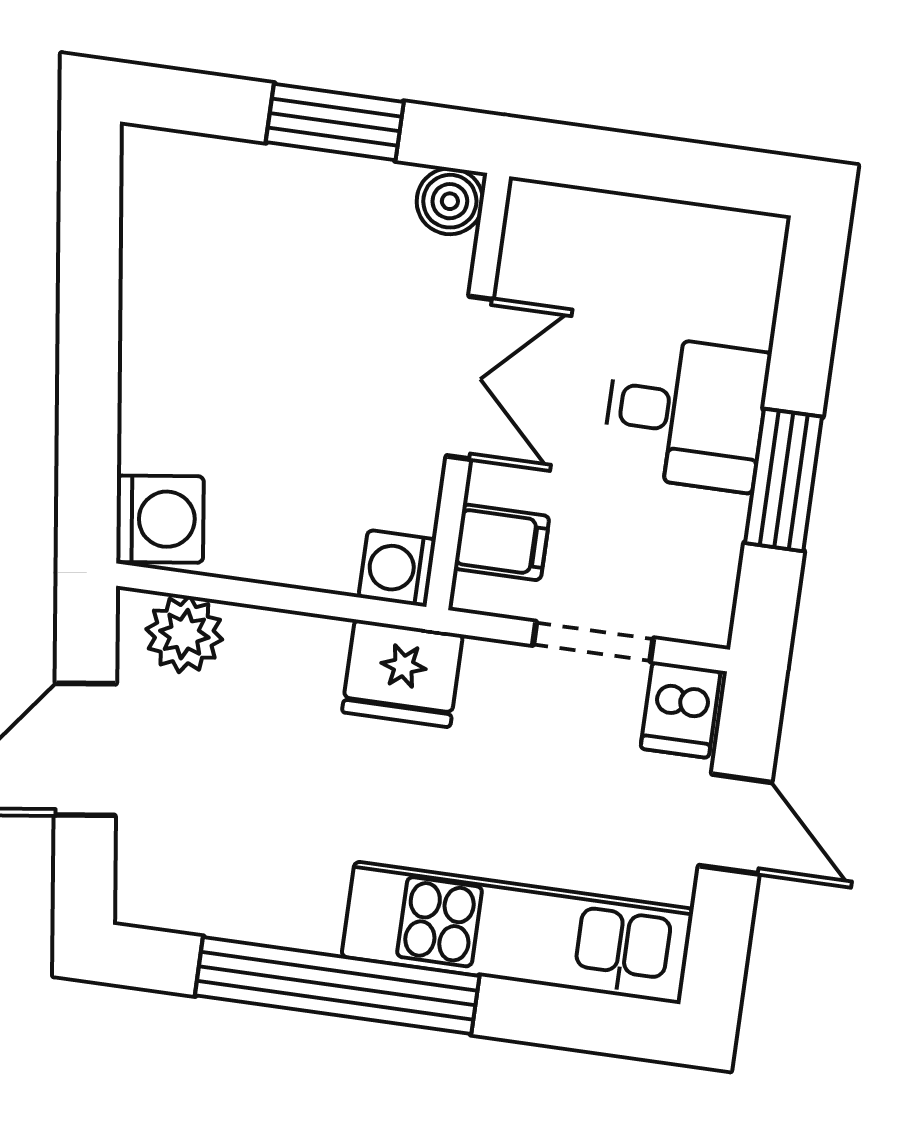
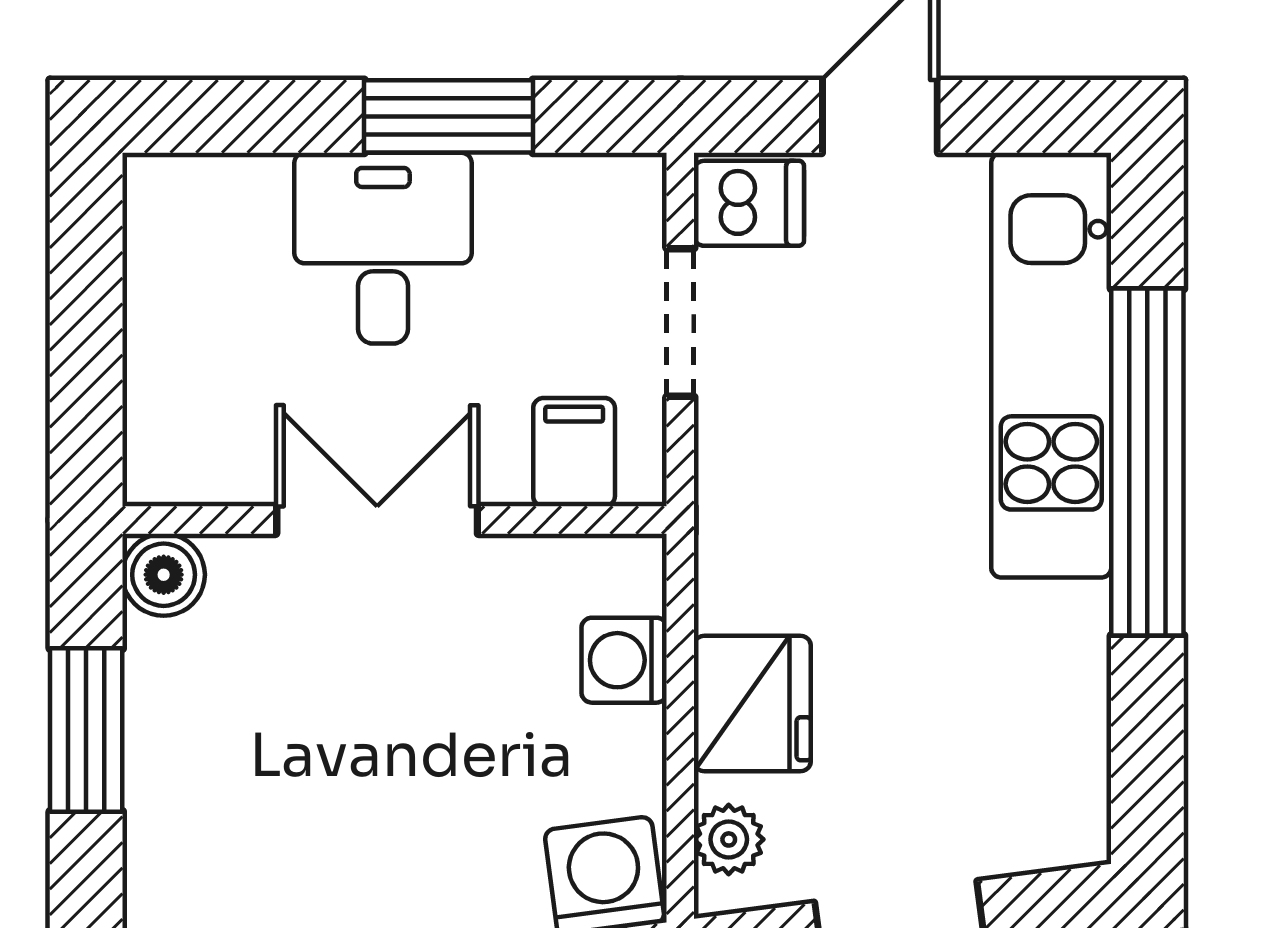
washing machine: (397, 568) -> (624, 660), moved, turned 90
plant: (184, 634) -> (729, 839), width x0.73, depth x0.73
fridge: (402, 673) -> (752, 703), moved
window: (337, 986) -> (1147, 462), moved

